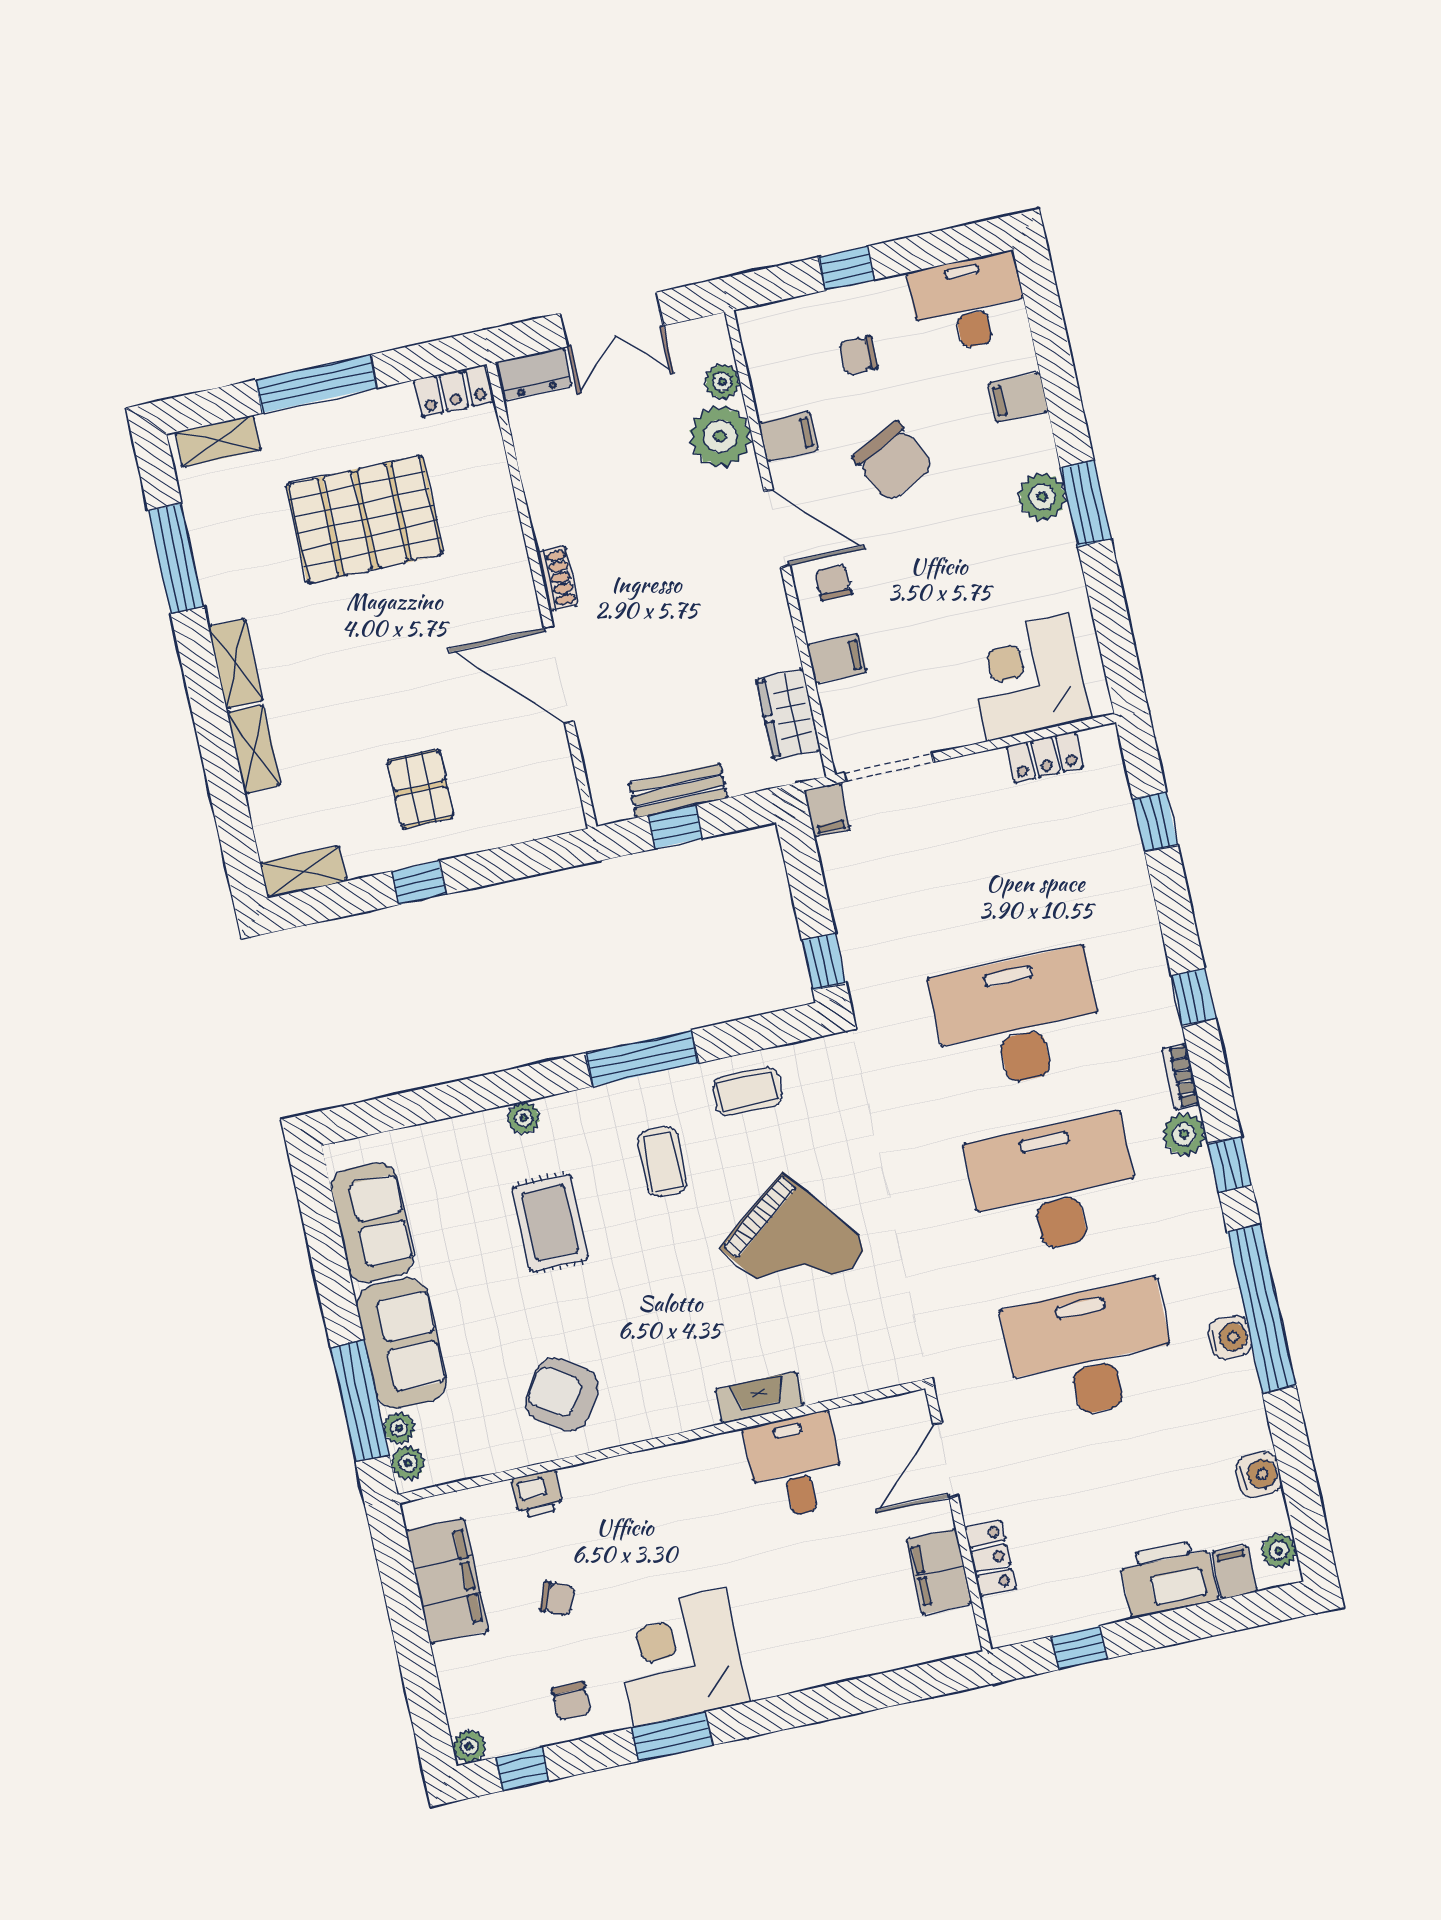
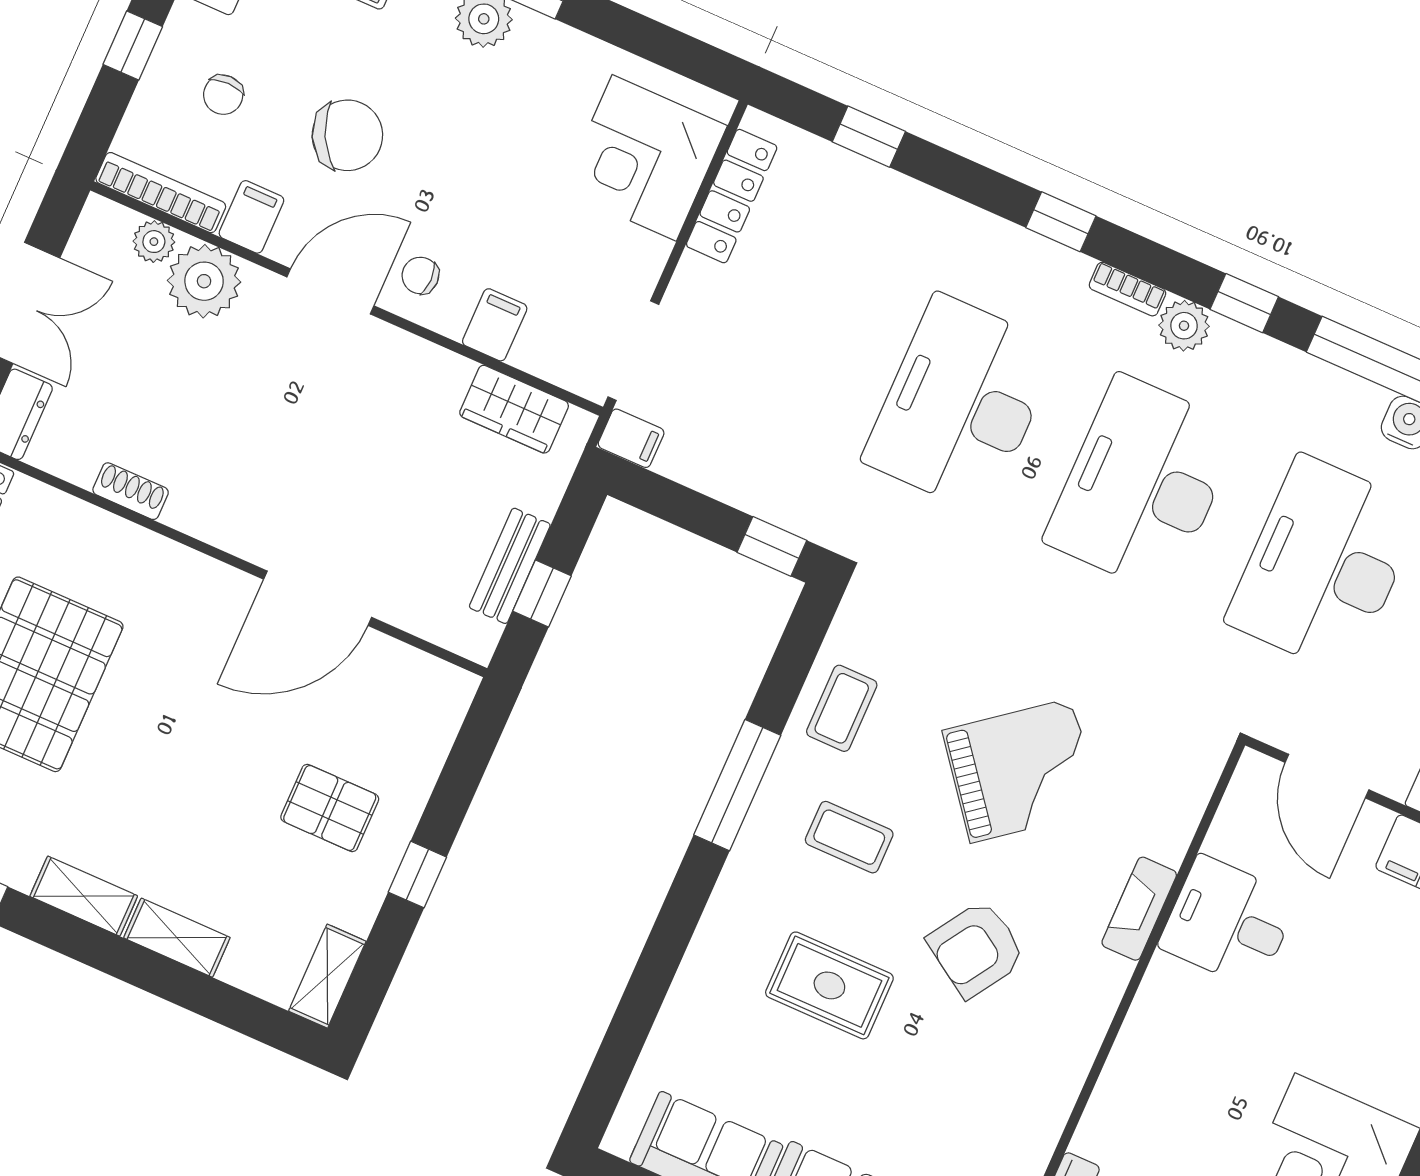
bookcase: (759, 362) -> (161, 193), added
shoe rack: (557, 578) -> (131, 491), moved
locker: (1045, 757) -> (732, 196), width x1.53
plant: (524, 1118) -> (712, 938), removed
armchair: (562, 1394) -> (976, 949), moved

